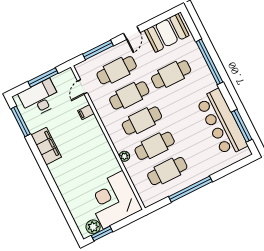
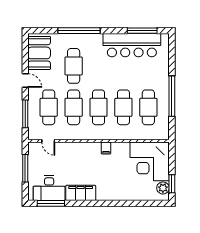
desk: (40, 98) -> (49, 188), moved, turned -90
filing cabinet: (86, 112) -> (106, 148), moved
plant: (124, 156) -> (120, 135), removed

